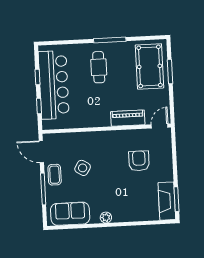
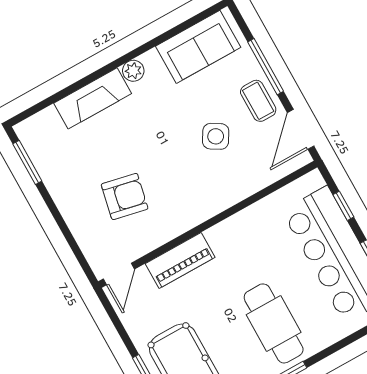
cafe table: (99, 67) -> (274, 323), width x1.37, depth x1.35
door: (41, 152) -> (301, 129), swing flipped
armchair: (139, 161) -> (125, 196), turned -78
fireplace: (167, 201) -> (93, 98), moved, turned 90

